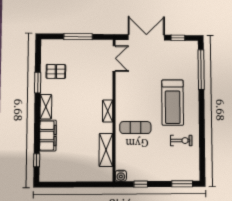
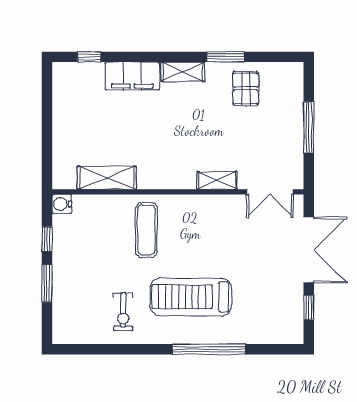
window: (201, 70) -> (209, 349), moved
shelving: (108, 111) -> (217, 180), moved
window: (182, 184) -> (47, 283), moved

